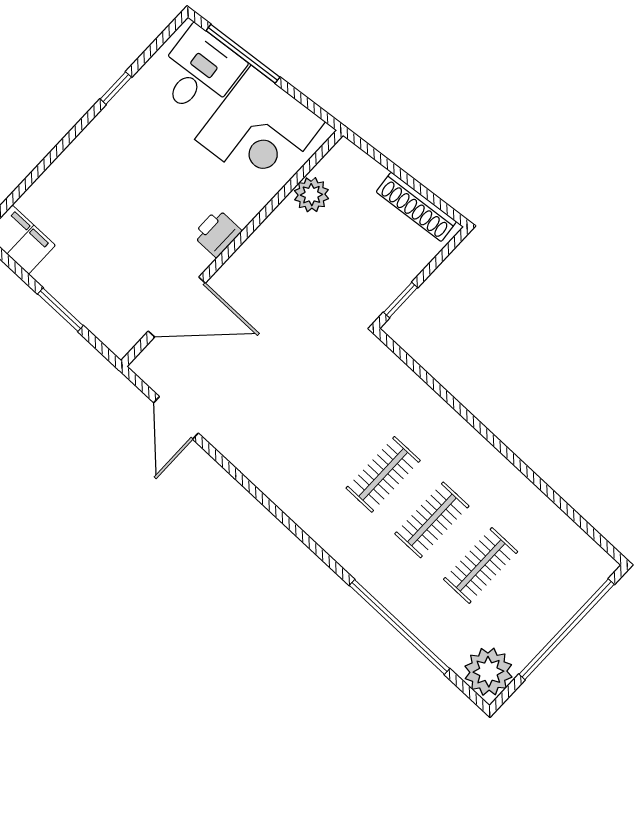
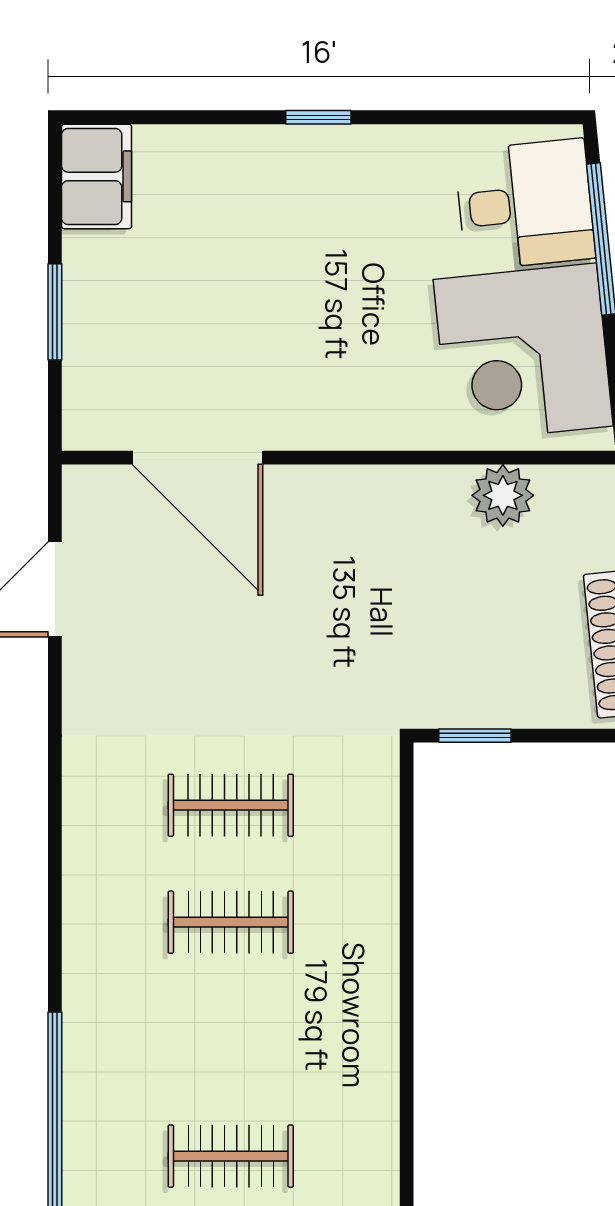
window: (116, 88) -> (318, 117), moved
printer: (217, 233) -> (341, 421), removed
clothes rail: (432, 520) -> (231, 805), moved

